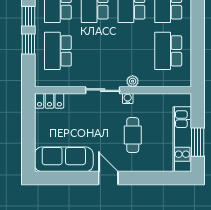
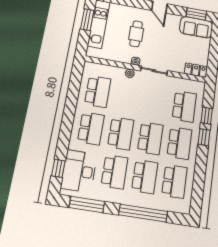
sofa: (64, 159) -> (196, 27), width x0.73
window: (58, 178) -> (196, 14), added

